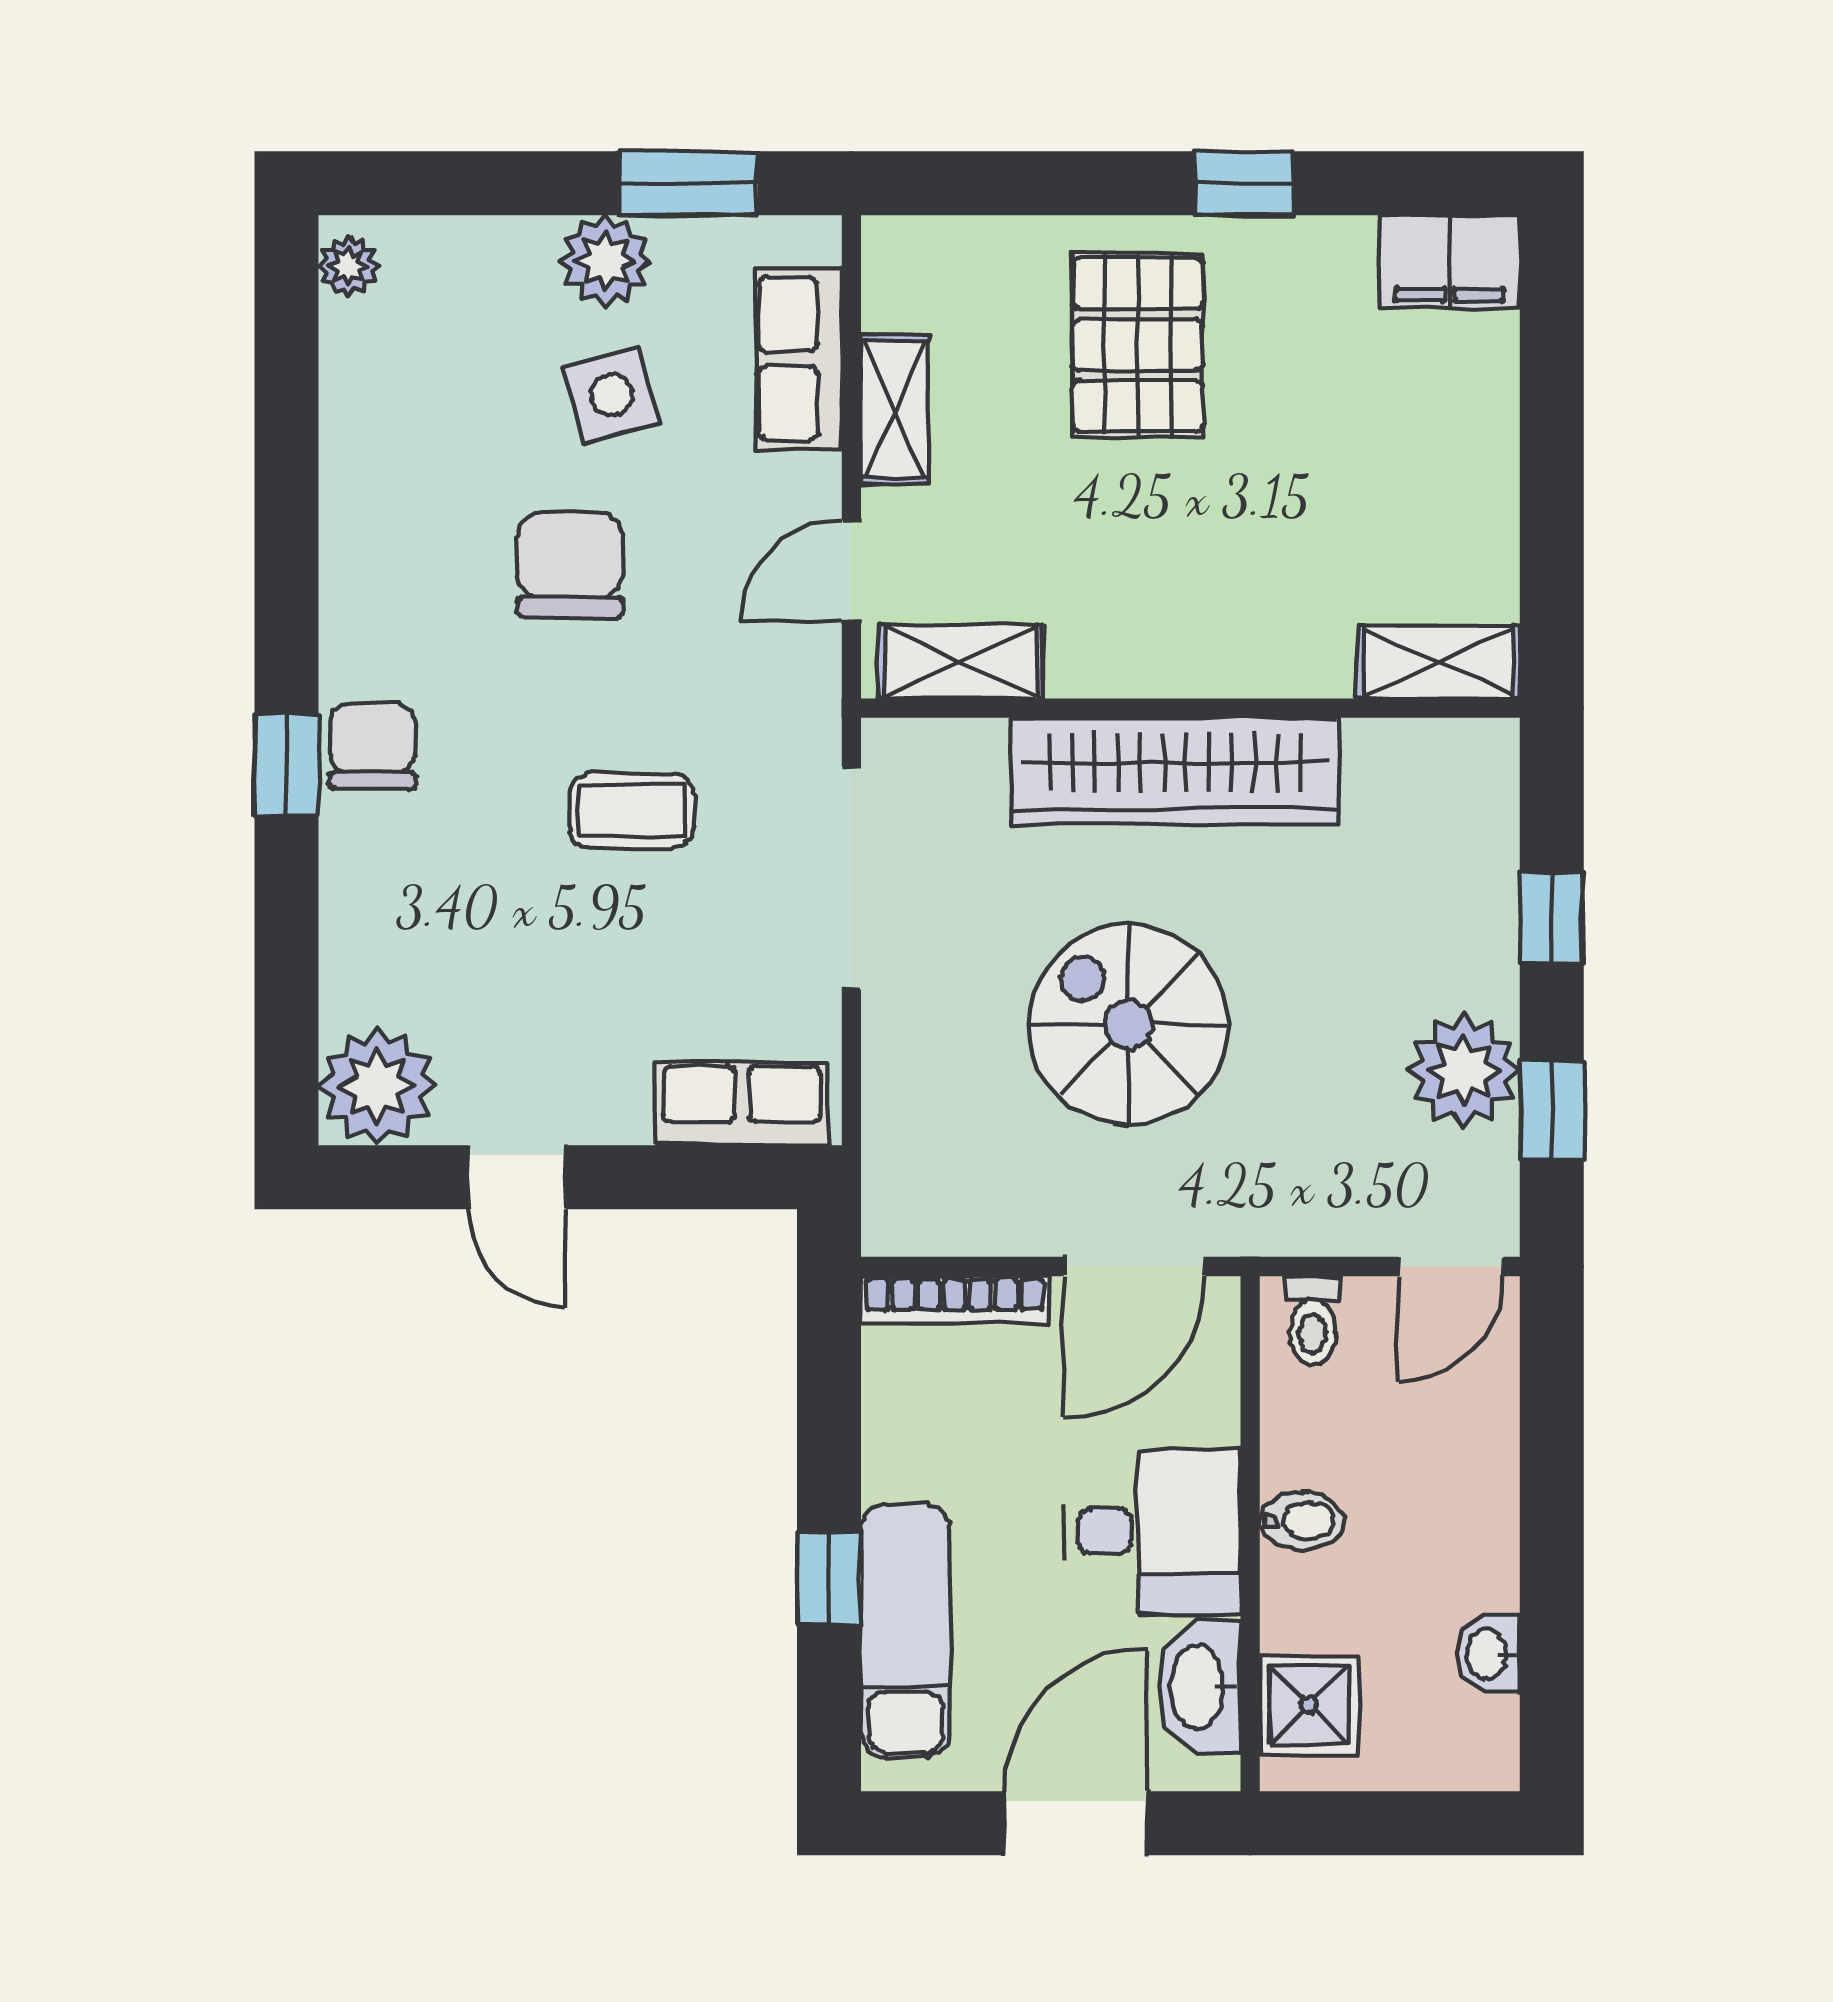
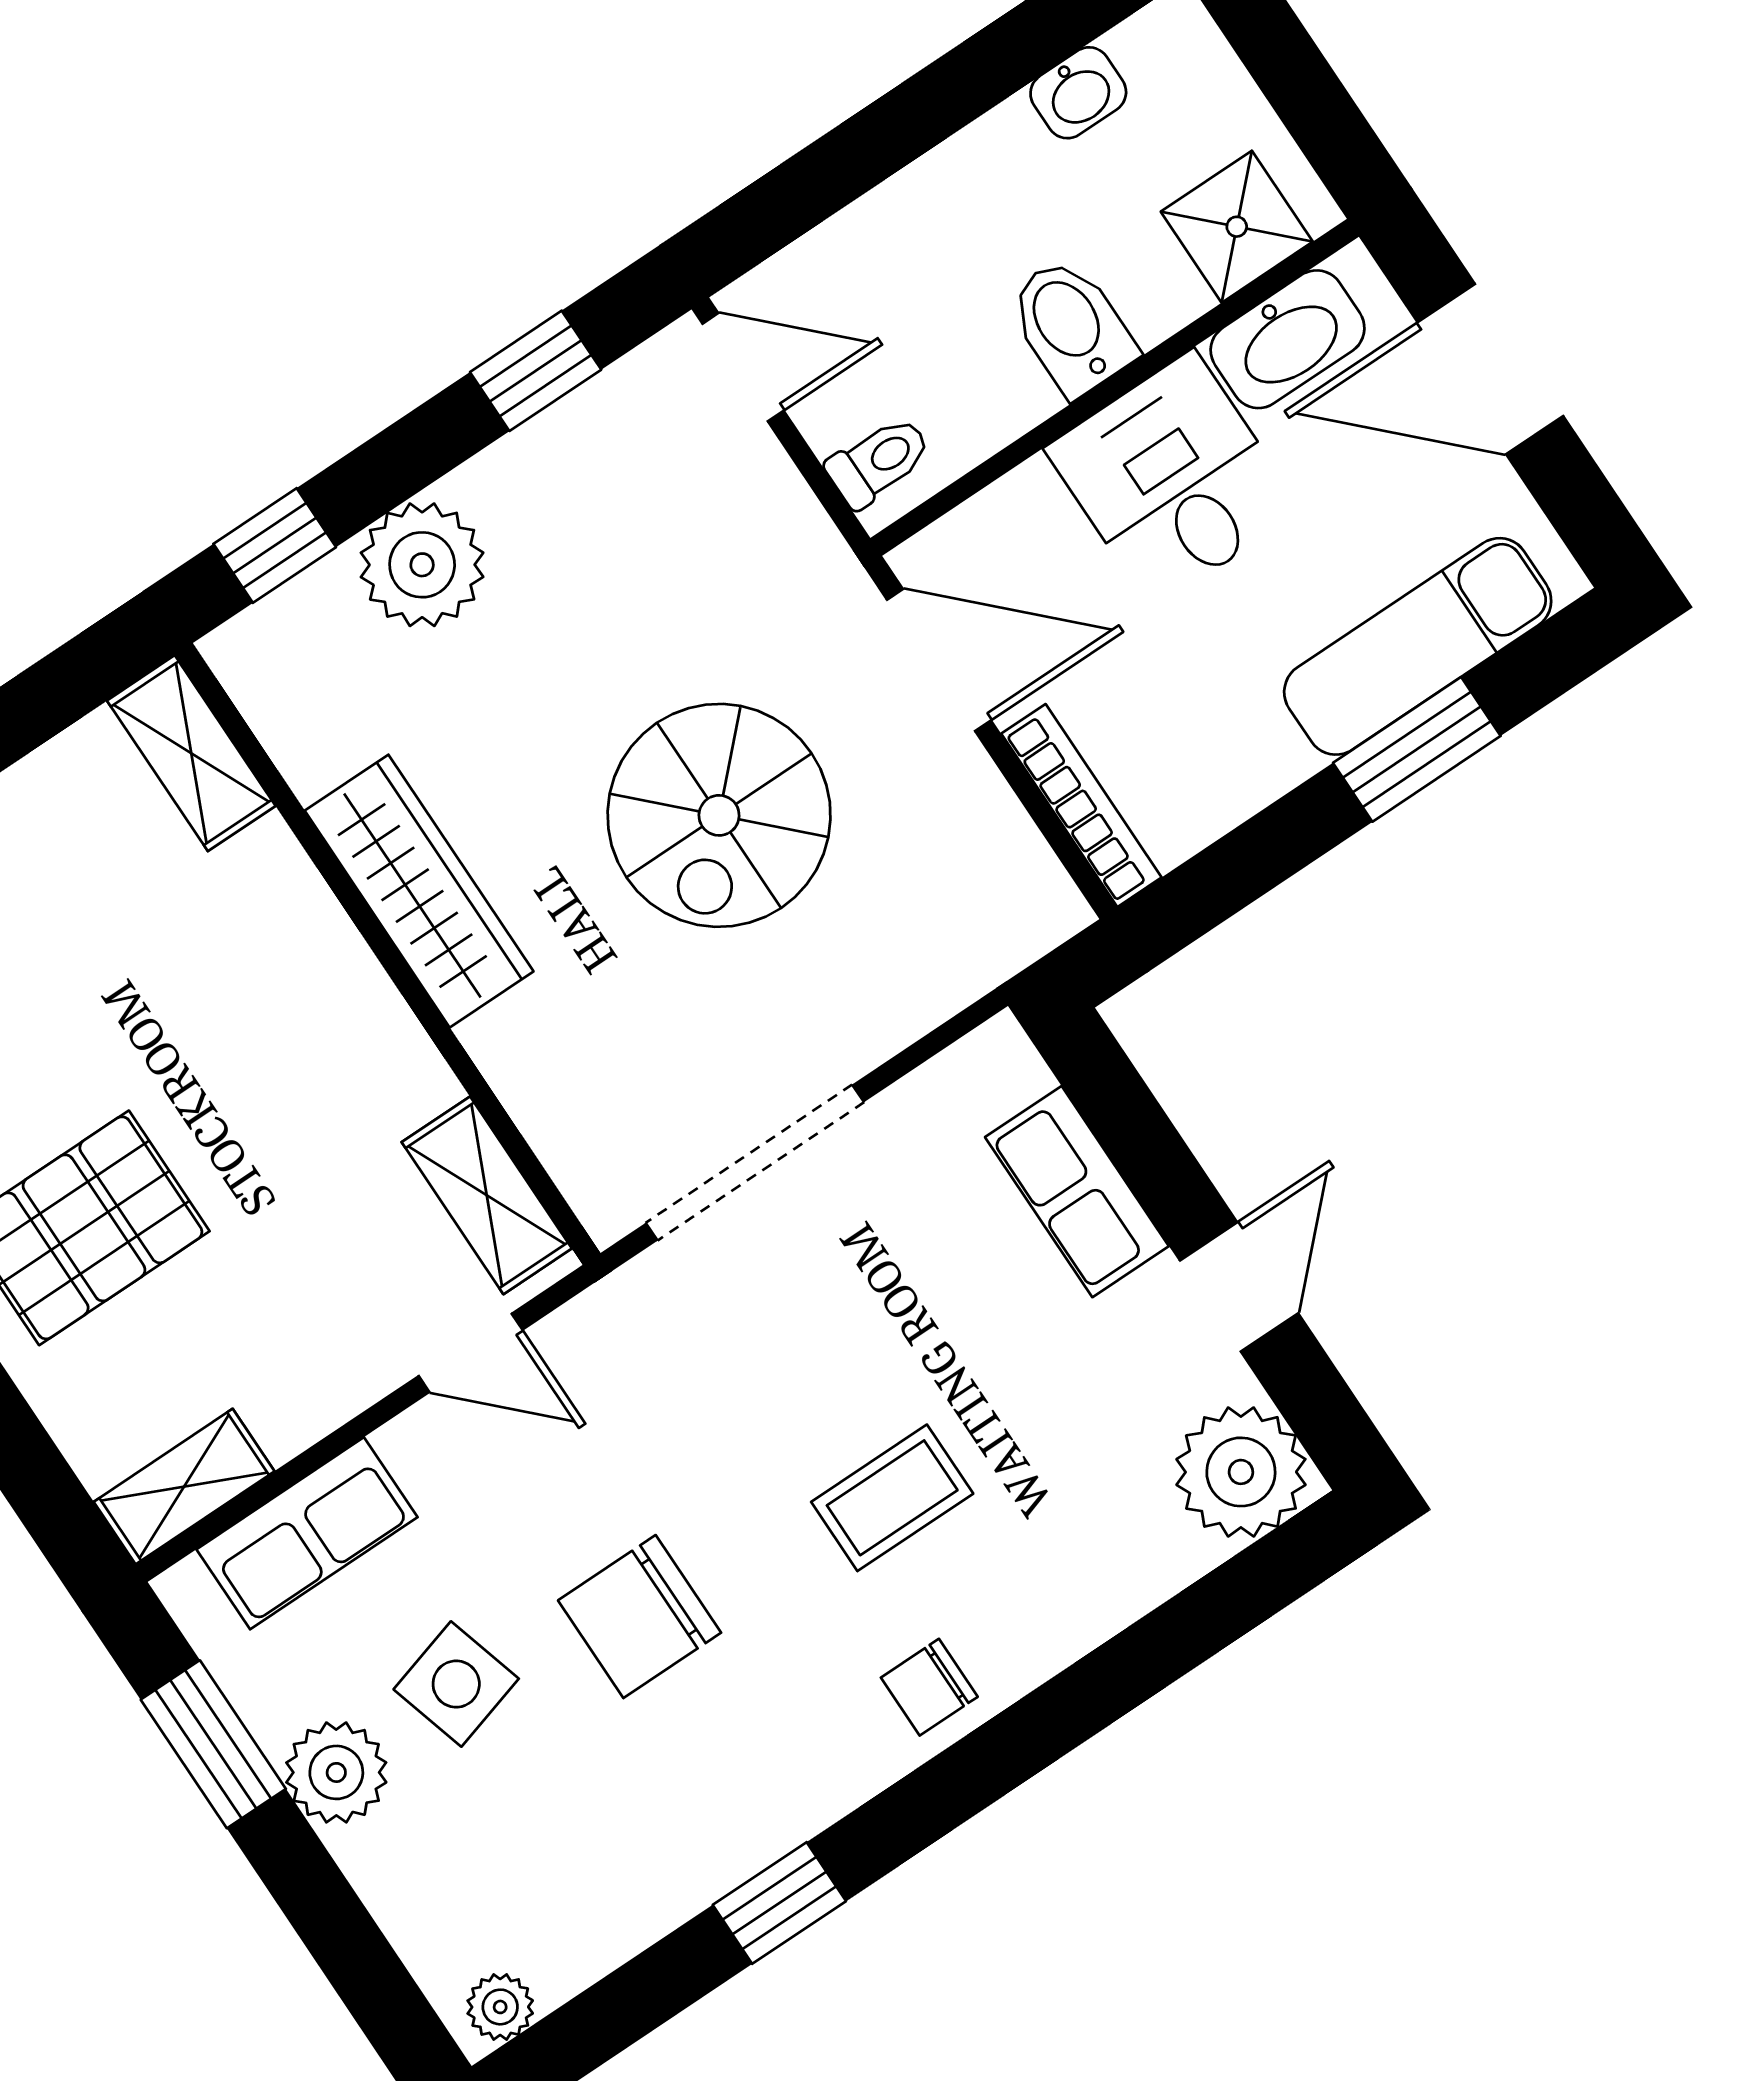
shelving: (895, 409) -> (184, 1487), moved
chair: (373, 746) -> (929, 1687), width x0.73, depth x0.73
window: (287, 765) -> (779, 1903), moved
wardrobe: (1175, 771) -> (419, 891), width x0.71, depth x0.85
coffee table: (631, 811) -> (892, 1498), moved, turned 90
window: (1552, 918) -> (275, 545), moved
plant: (1464, 1071) -> (422, 565), moved
row of seats: (742, 1104) -> (1077, 1192), moved
bidet: (1302, 1521) -> (1071, 326), width x1.38, depth x1.36
window: (829, 1578) -> (1417, 749), width x1.50

